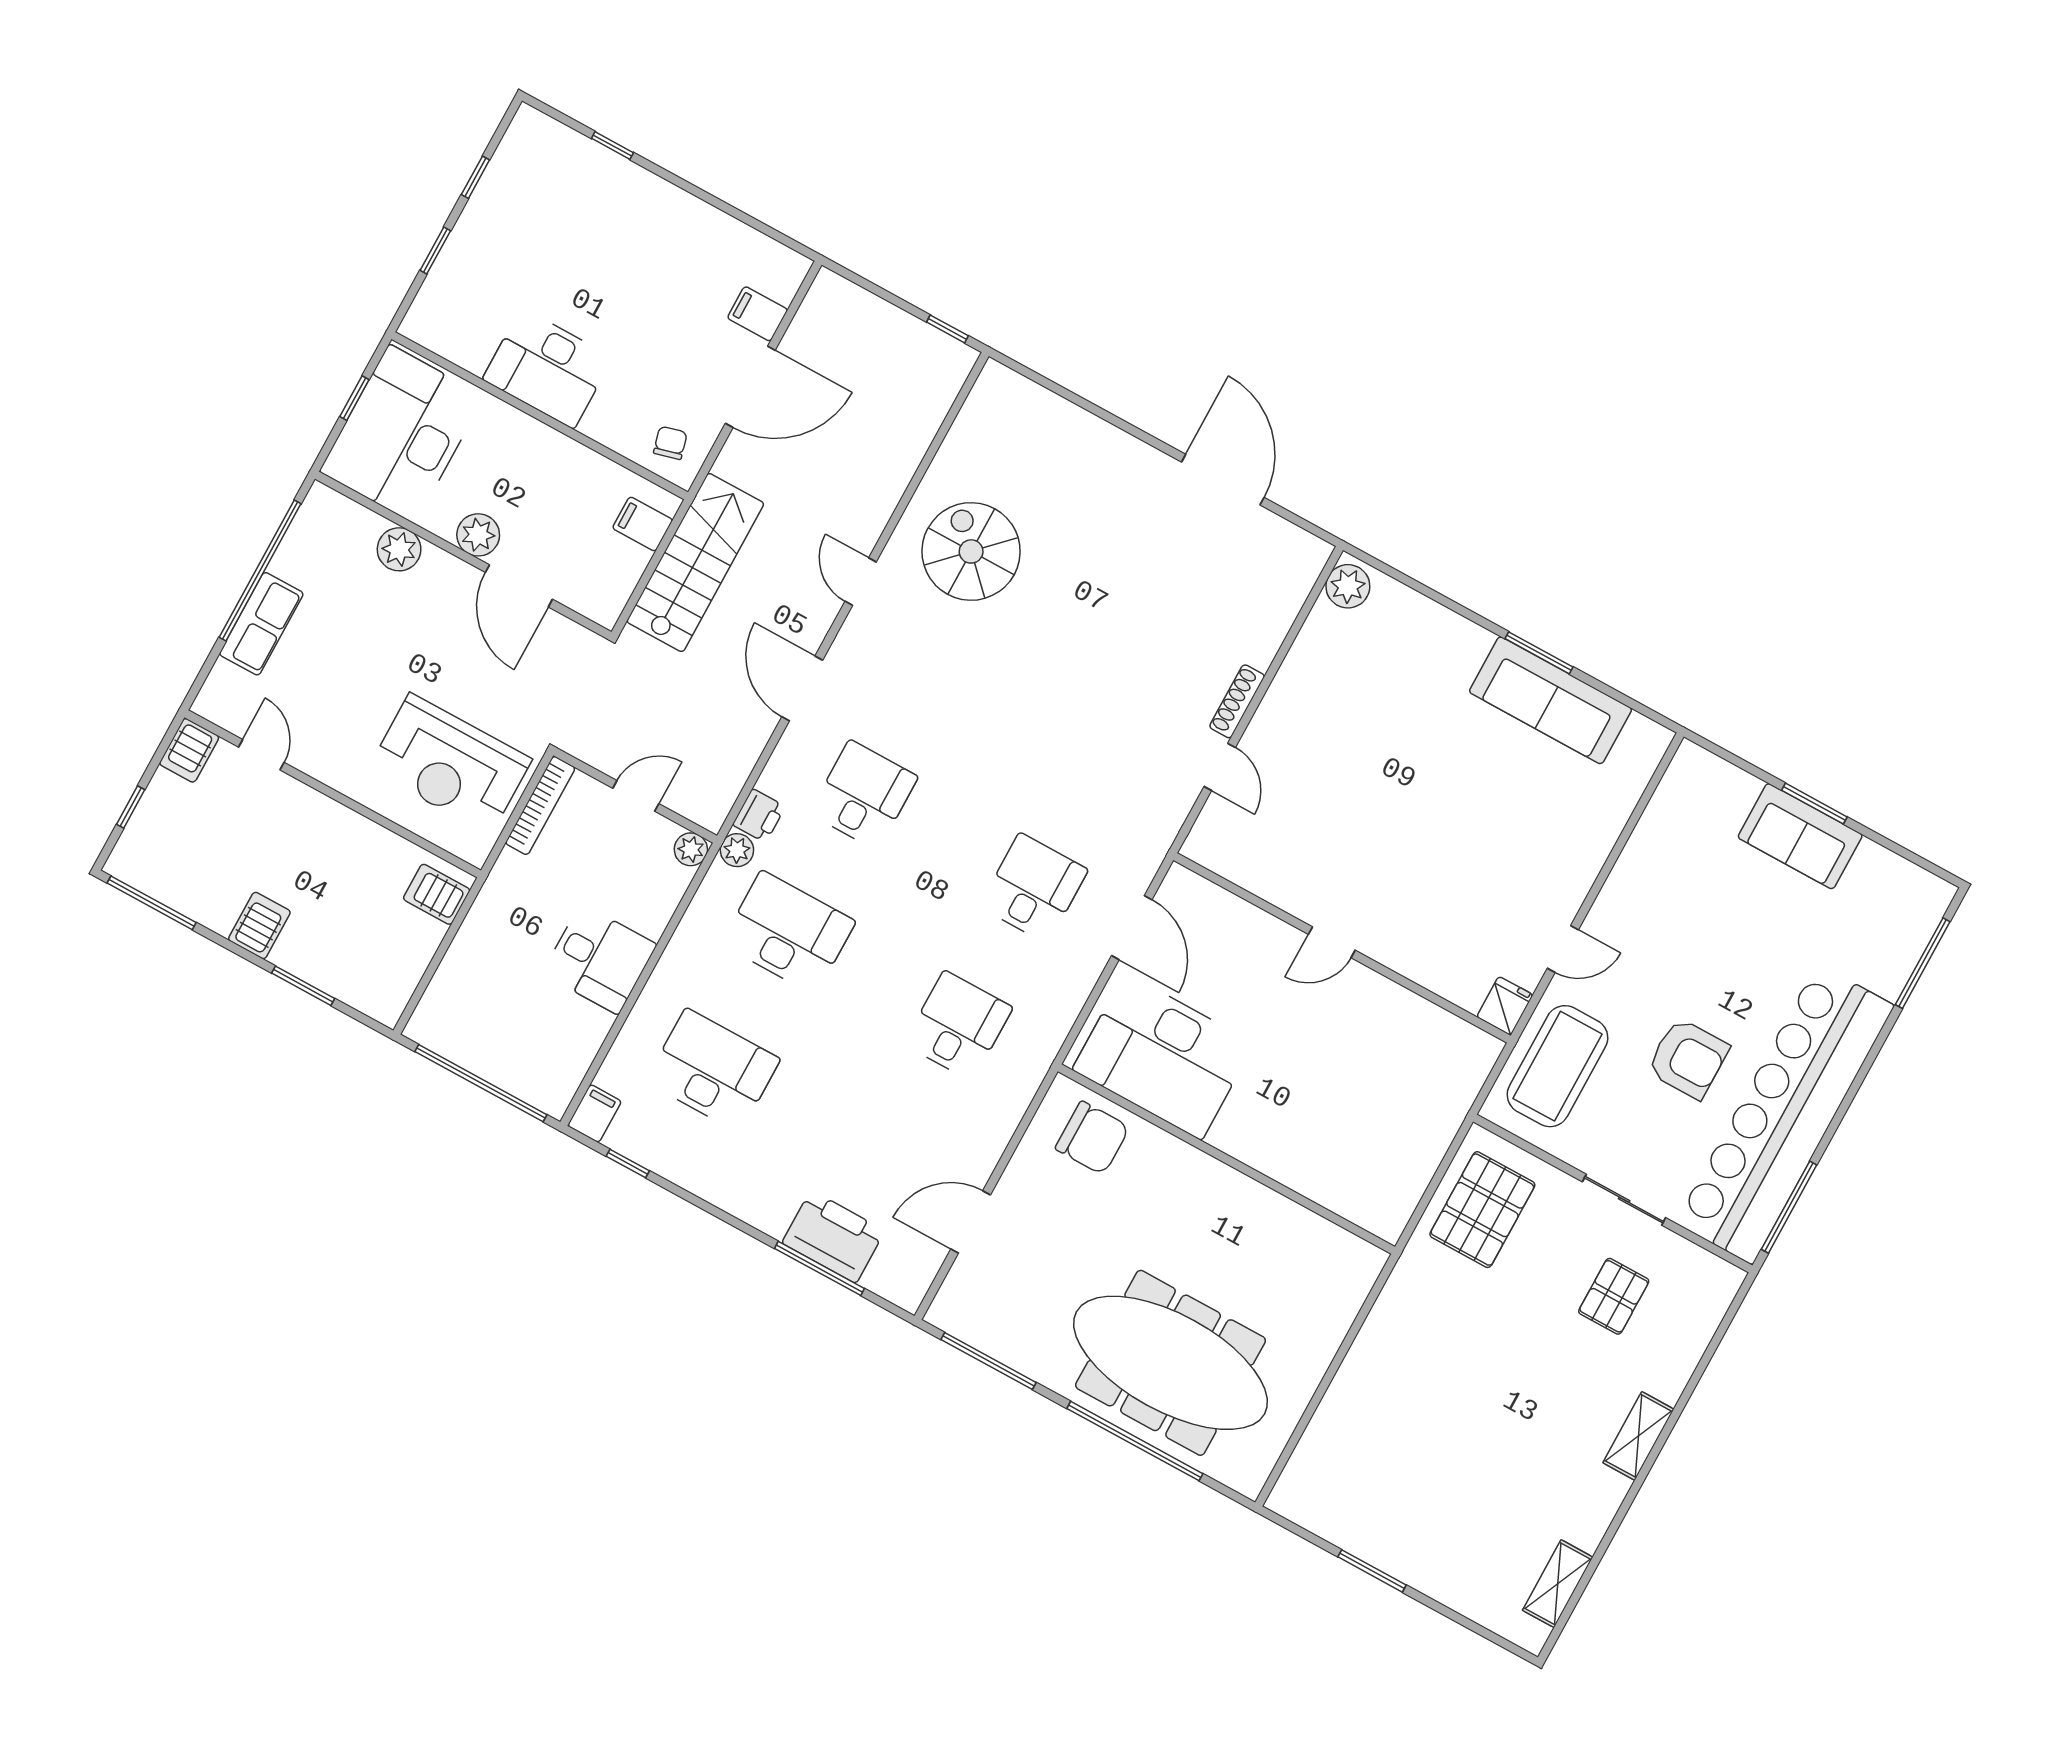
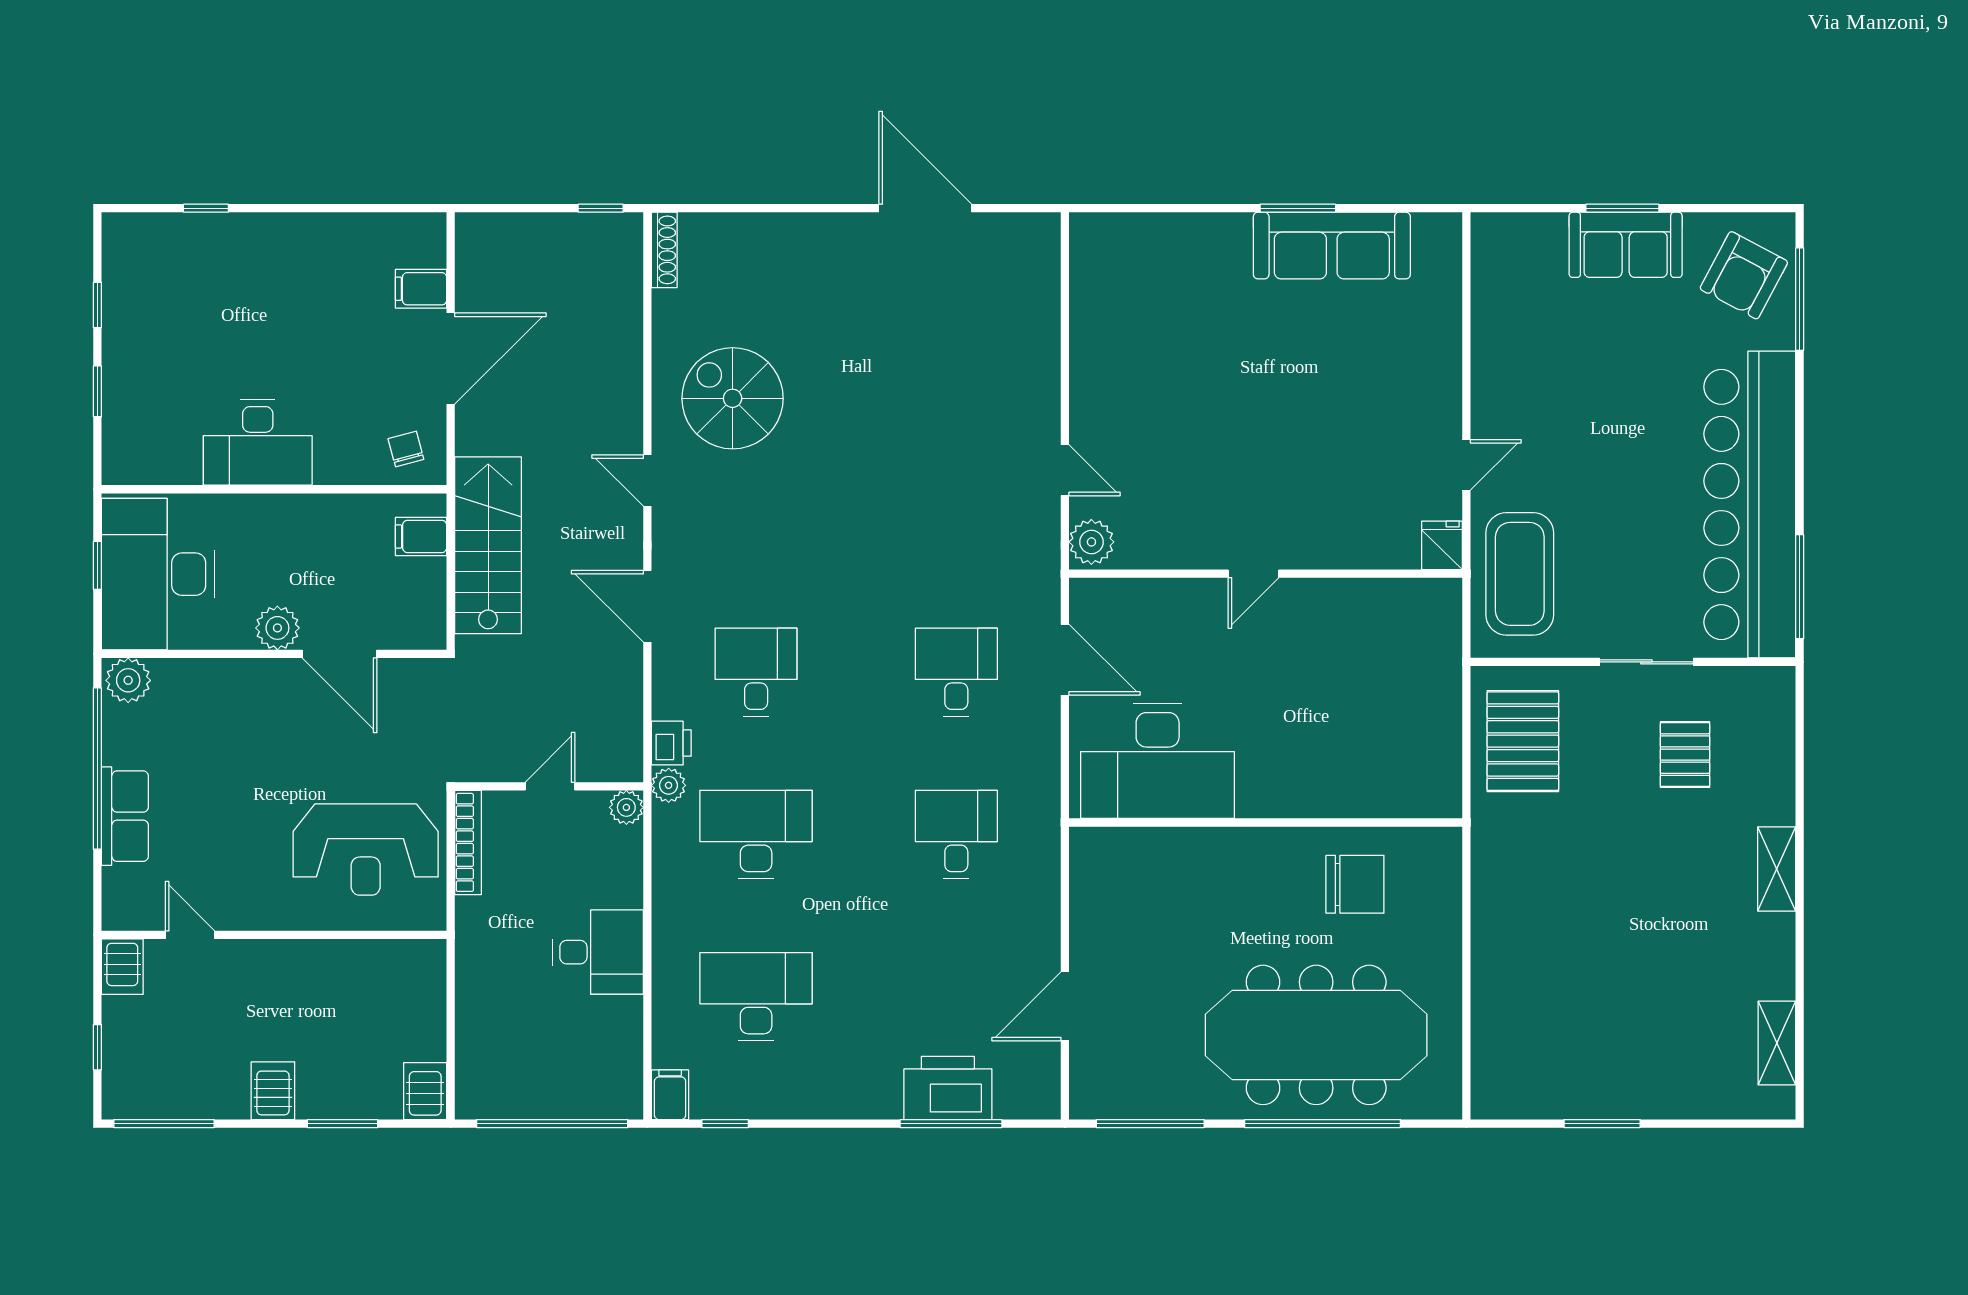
plant: (399, 549) -> (128, 680), moved
plant: (1348, 586) -> (1091, 542), moved
shoe rack: (1237, 701) -> (664, 250), moved, turned 180
server rack: (437, 894) -> (425, 1091), moved, turned 90
armchair: (1688, 1058) -> (1744, 275), moved, turned 118
chair: (1092, 1138) -> (1355, 884), moved

